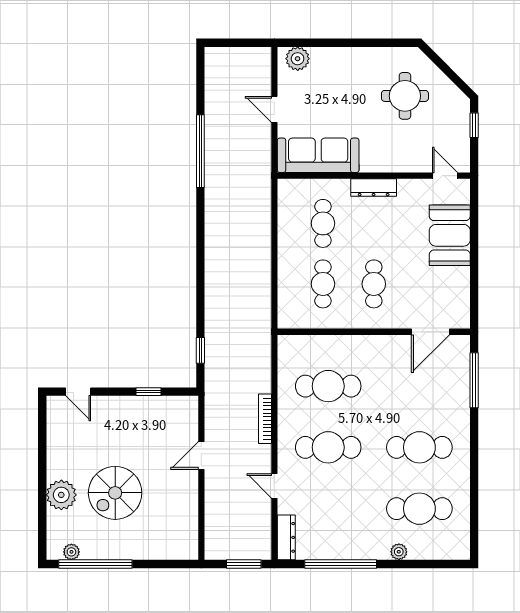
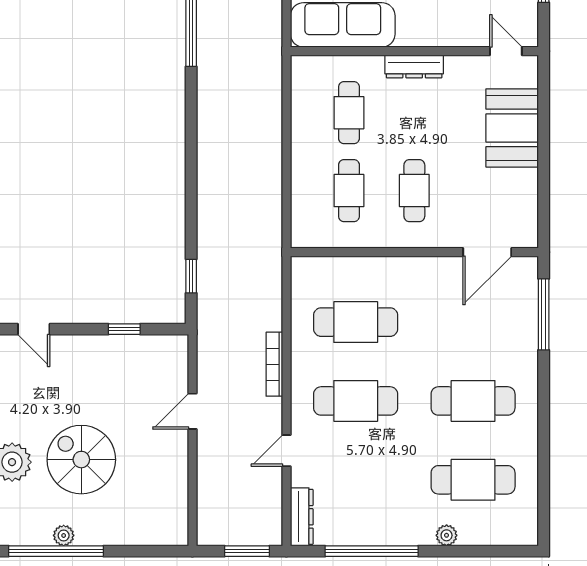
door: (274, 486) -> (286, 451), hinge flipped
spiral stairs: (115, 493) -> (81, 460), turned 90
plant: (71, 552) -> (64, 535), moved

